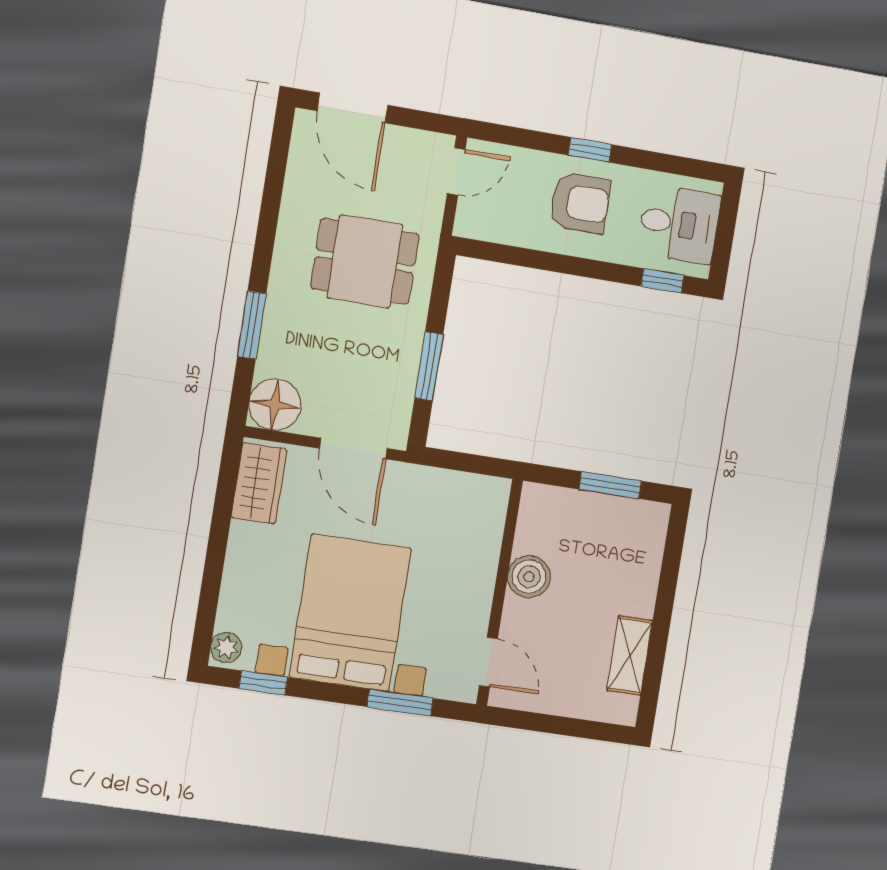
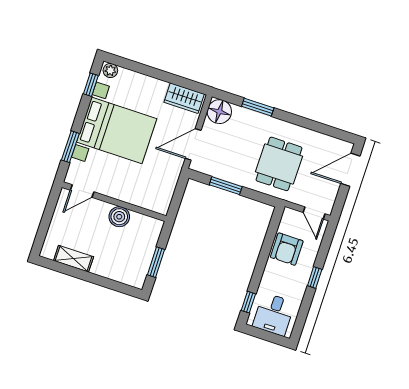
armchair: (580, 203) -> (287, 249), moved

